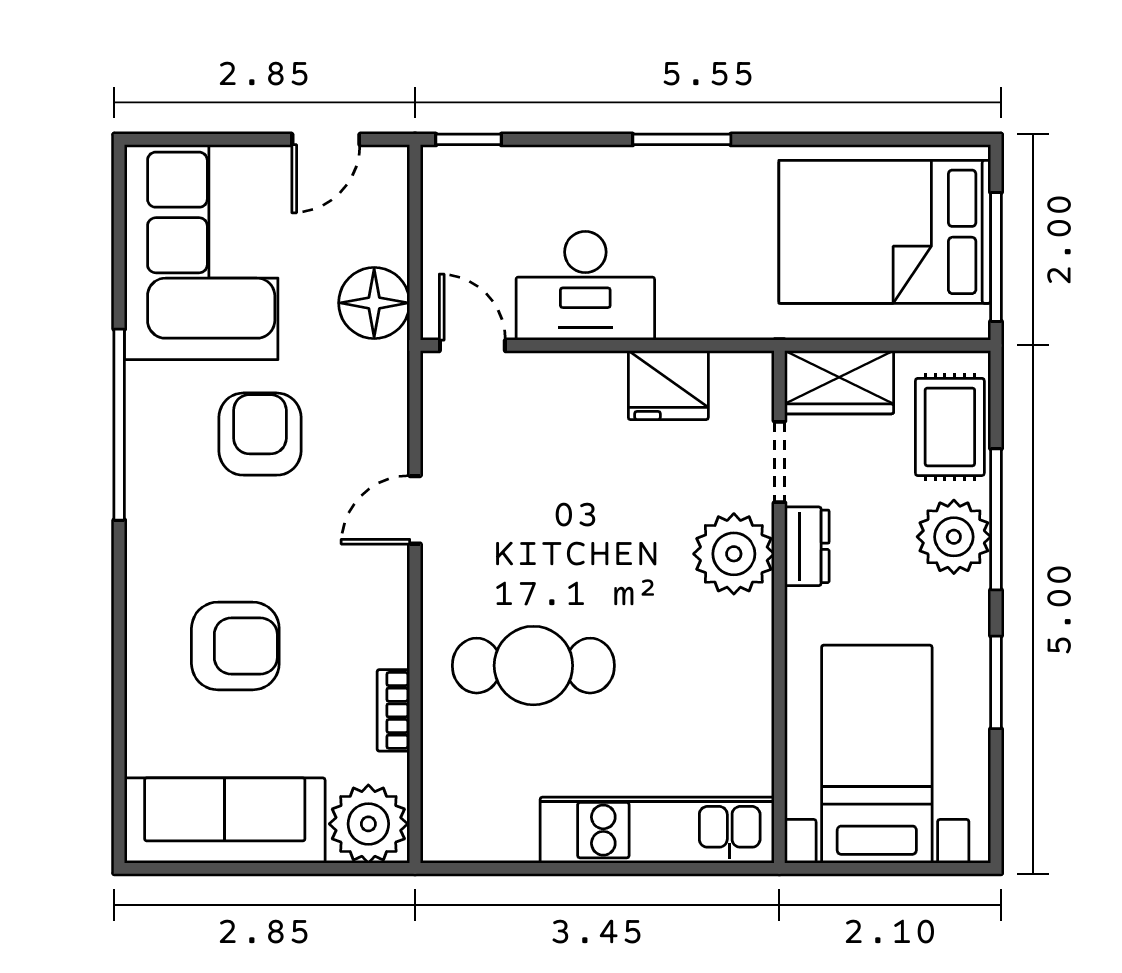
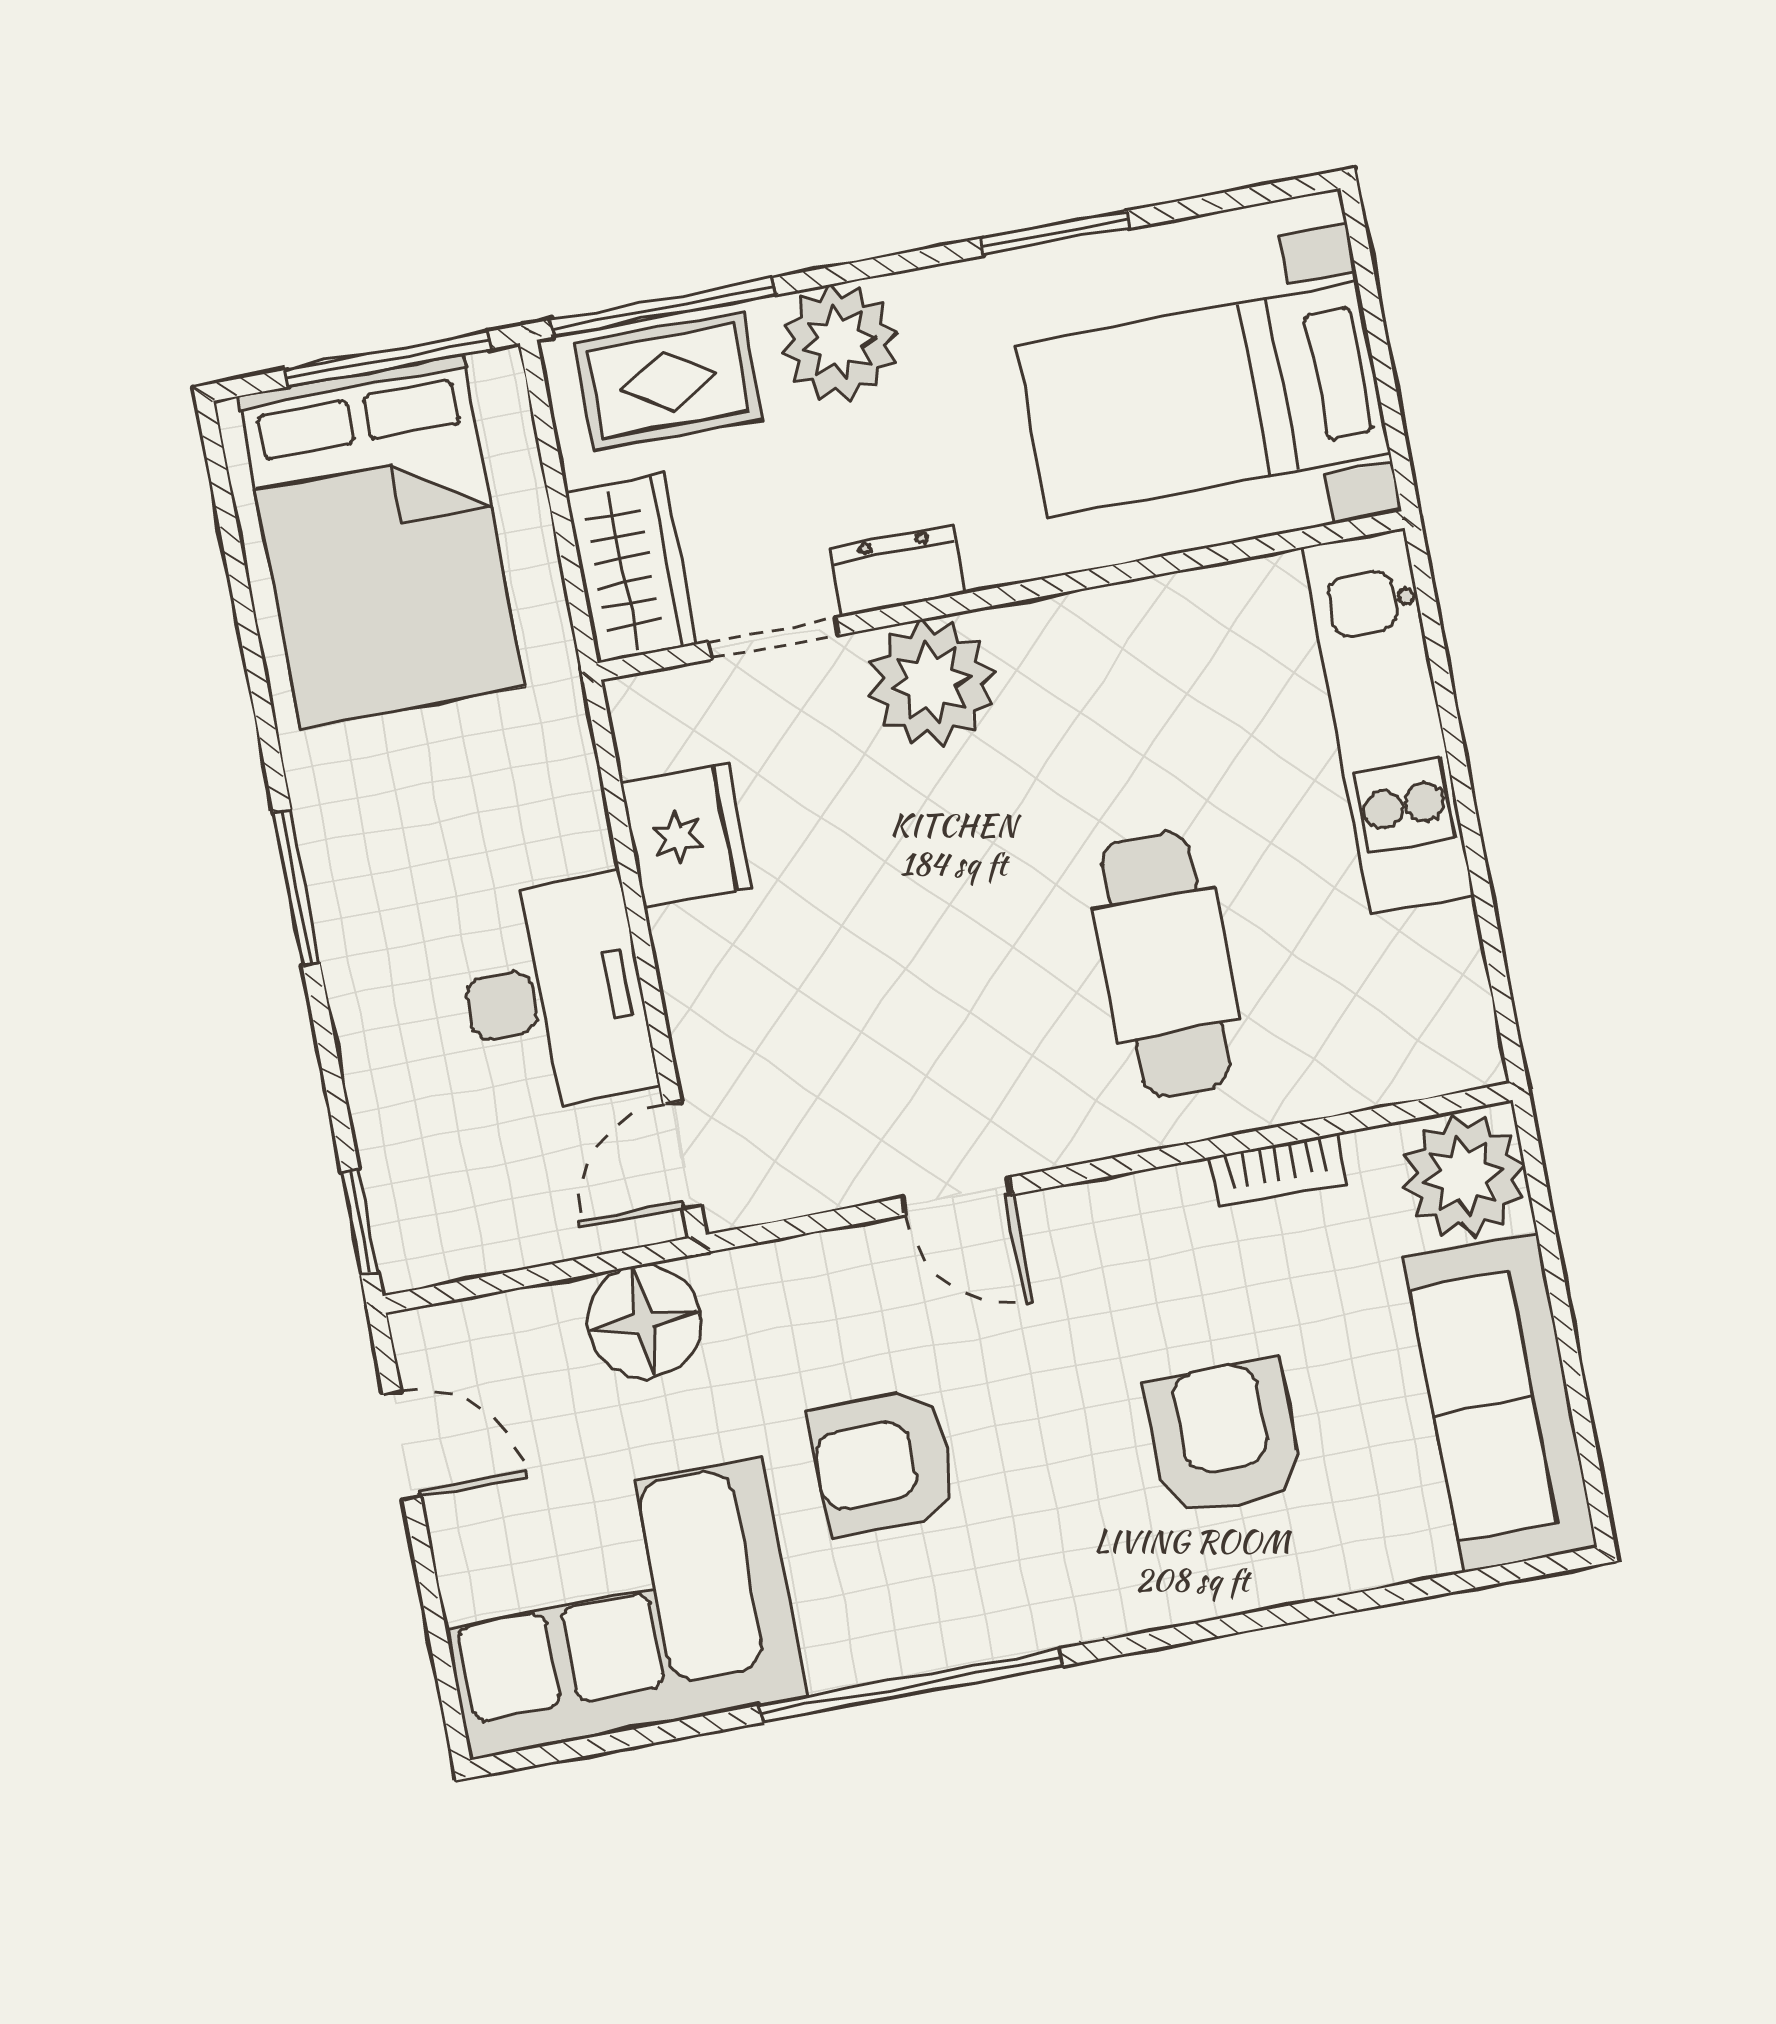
window: (996, 519) -> (664, 307), moved

